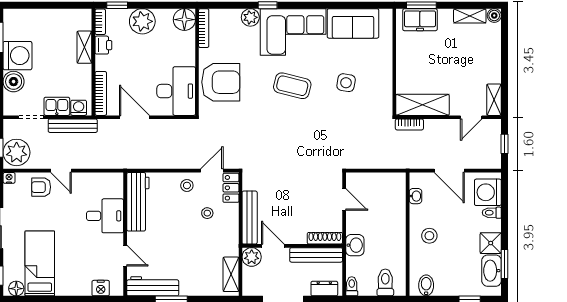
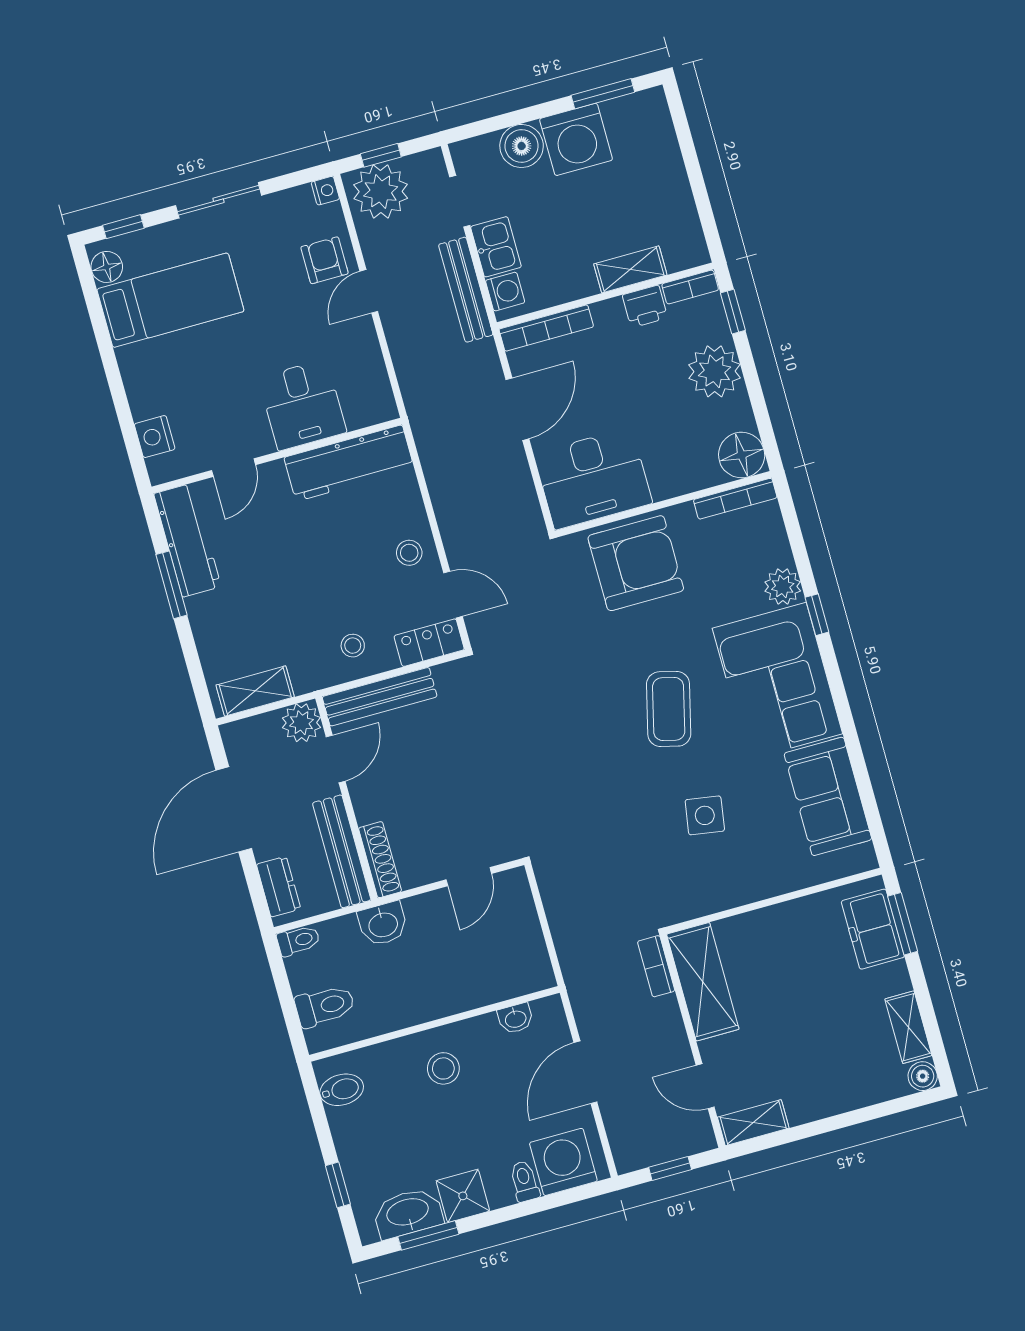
armchair: (221, 82) -> (636, 563), turned -90
stool: (207, 213) -> (353, 646), moved

